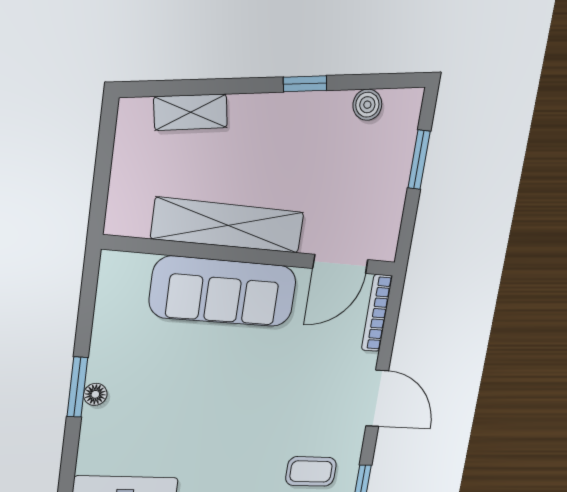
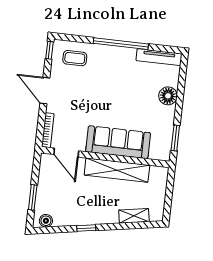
boiler: (367, 105) -> (46, 221), moved
door: (340, 264) -> (66, 153), swing flipped
window: (77, 387) -> (175, 138), moved
floor lamp: (95, 394) -> (168, 96), width x1.89, depth x1.89

